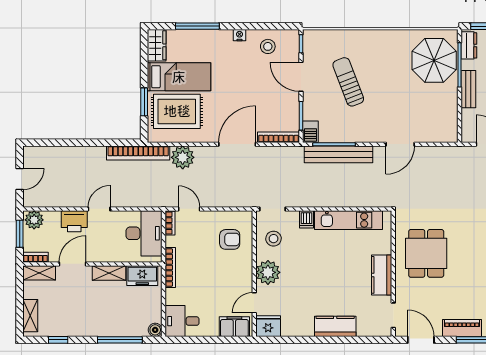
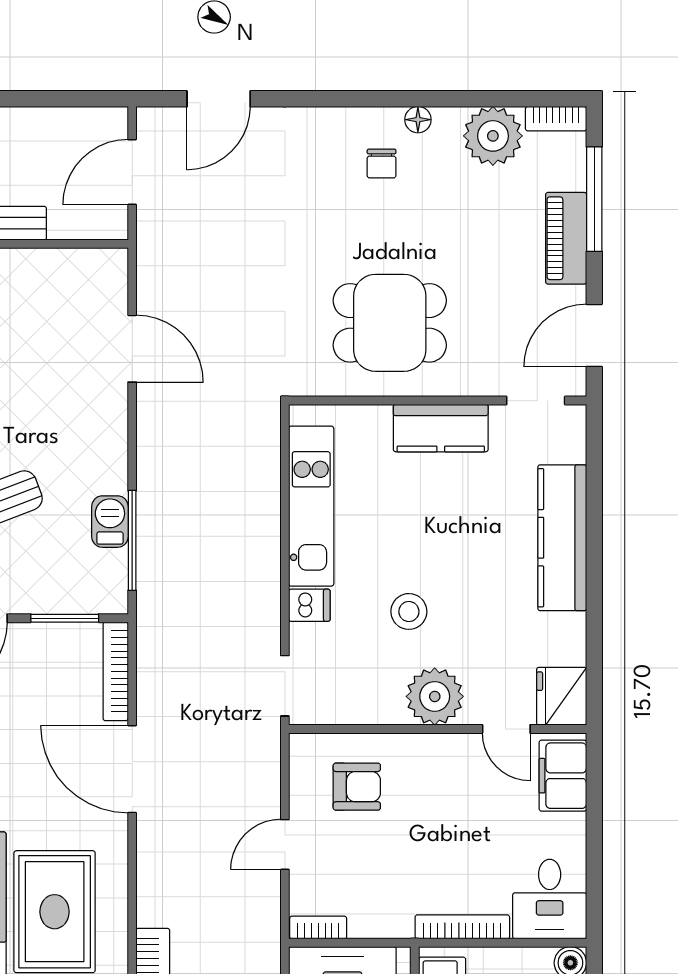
barbecue: (310, 132) -> (110, 522), moved, turned -90
door: (400, 144) -> (132, 349), moved
bench: (339, 154) -> (156, 530), removed
plant: (183, 157) -> (163, 898), removed
door: (189, 209) -> (285, 844), moved
armchair: (230, 239) -> (357, 787), turned 90
stool: (274, 239) -> (409, 611), moved
bookcase: (170, 268) -> (462, 927), moved
kitchen counter: (335, 326) -> (562, 538), width x1.50

